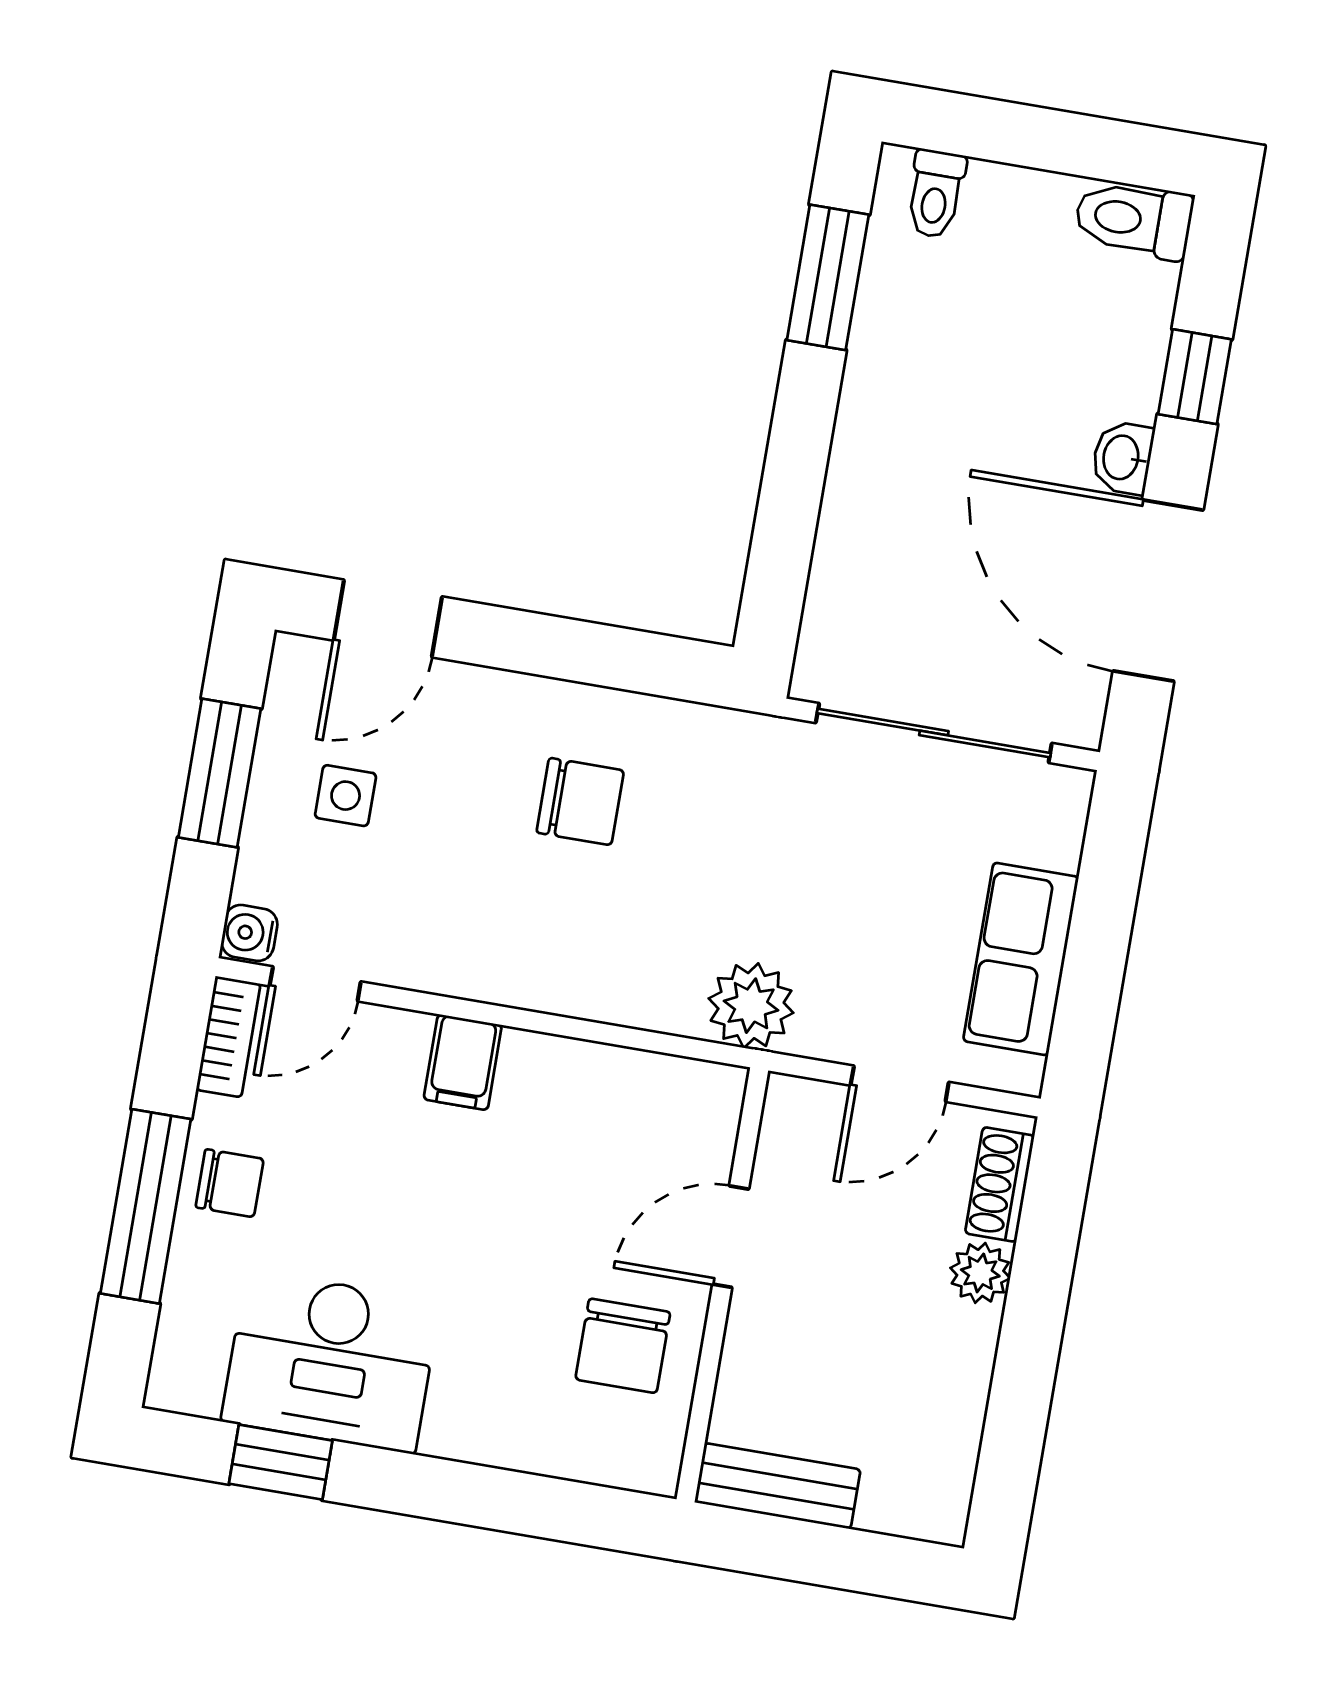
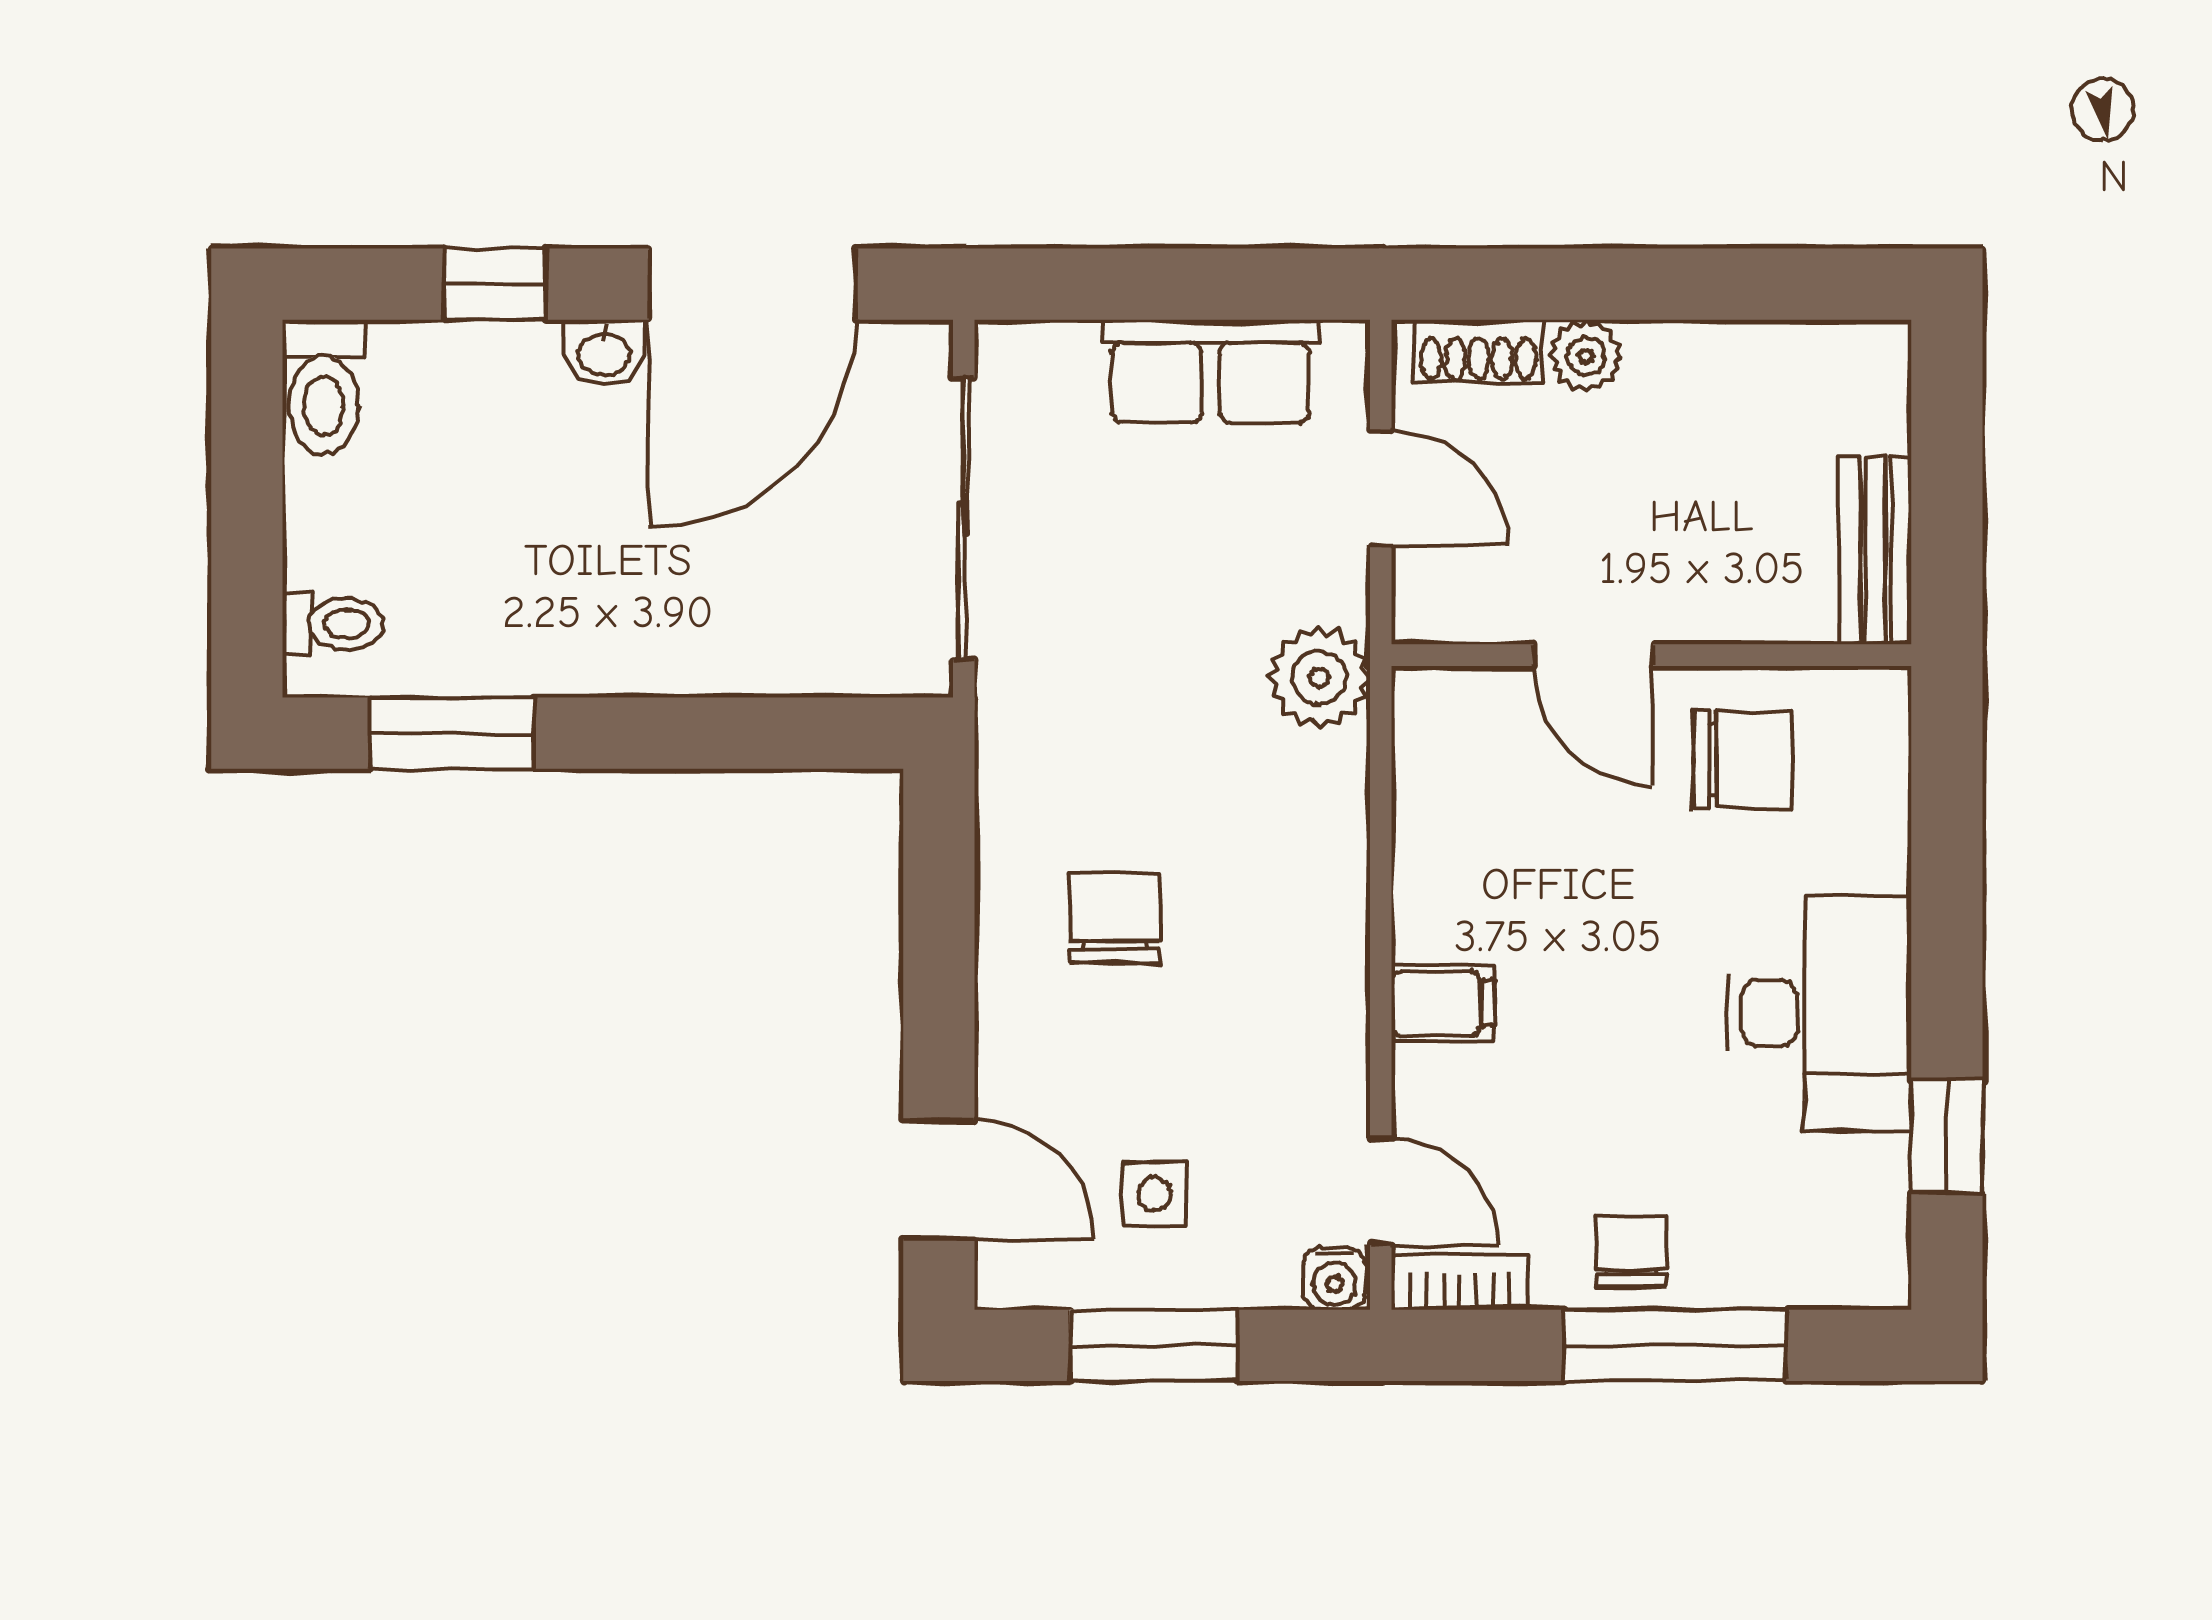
desk: (331, 1361) -> (1819, 1013), moved

